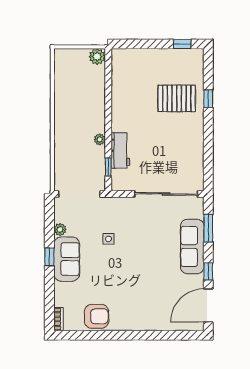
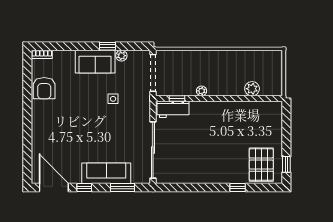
plant: (97, 57) -> (252, 89), moved
pallet: (177, 98) -> (261, 165), moved
workbench: (120, 151) -> (173, 109), moved
window: (49, 257) -> (107, 46), moved

